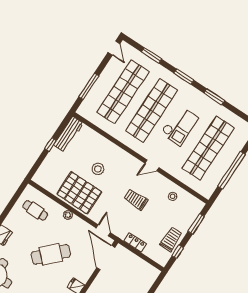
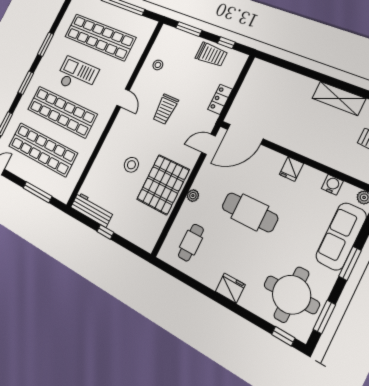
trolley: (171, 239) -> (211, 55), turned 180
cafe table: (51, 254) -> (250, 212), turned -44

